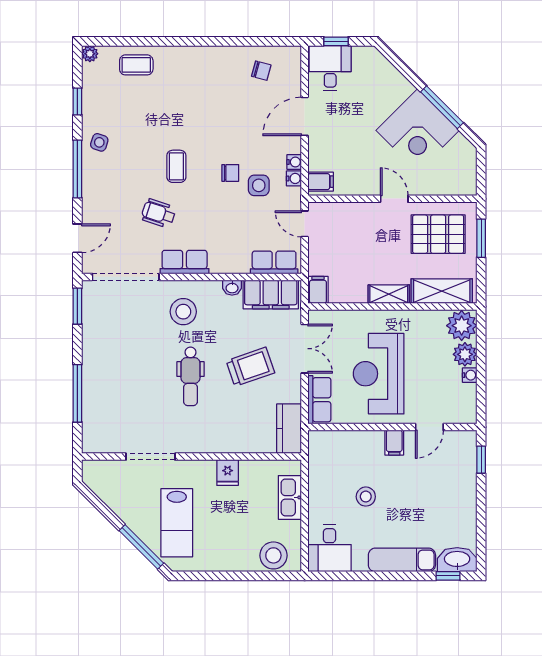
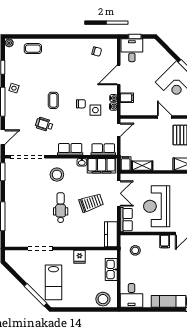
filing cabinet: (321, 182) -> (127, 98), moved
door: (305, 224) -> (119, 130), swing flipped
row of seats: (185, 262) -> (70, 149), moved
shelving: (389, 294) -> (142, 166), moved
dental chair: (190, 376) -> (61, 208), turned 180
stool: (366, 497) -> (135, 250), moved

